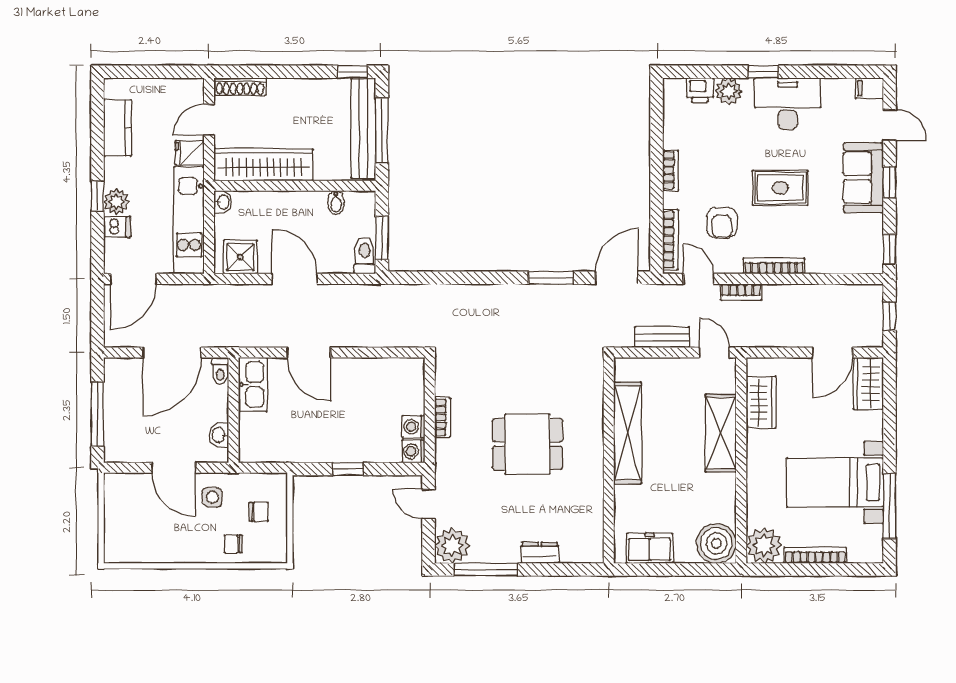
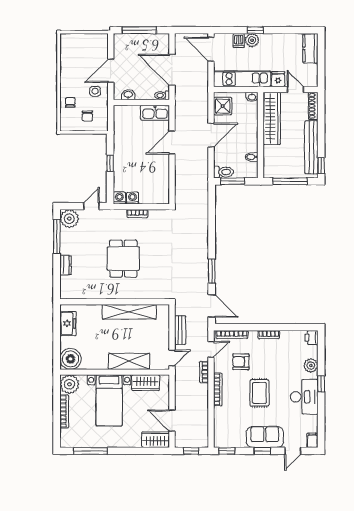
printer: (700, 90) -> (311, 338), moved
kitchen counter: (118, 128) -> (310, 48), moved, turned 90
bench: (363, 129) -> (311, 147), moved, turned 90
bed with nightstands: (835, 482) -> (109, 400), moved, turned 180

